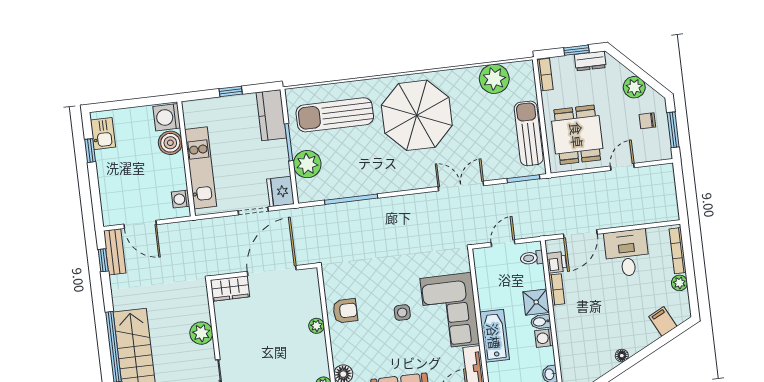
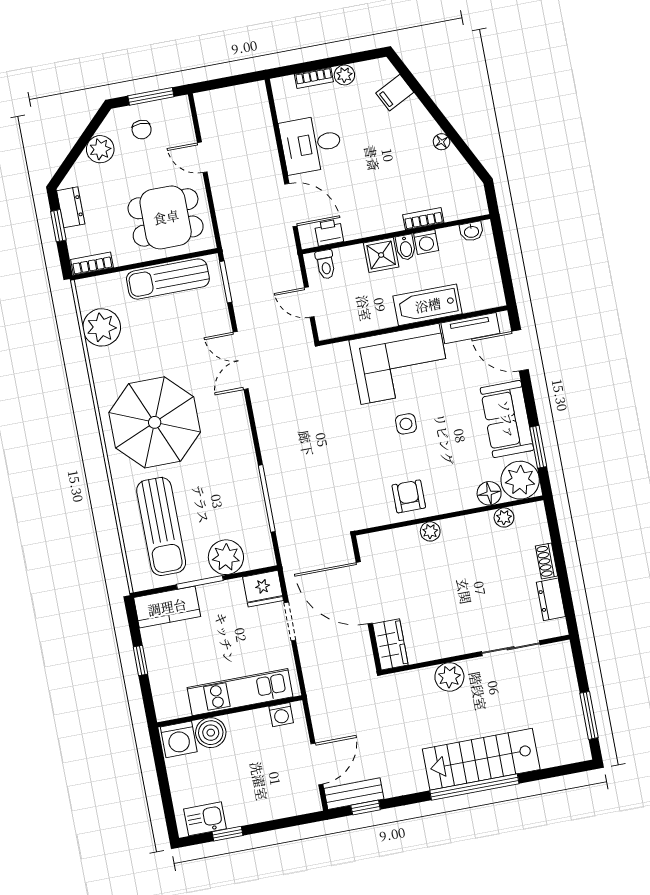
bookcase: (678, 251) -> (314, 78), width x0.64
bookcase: (557, 289) -> (423, 219), moved

